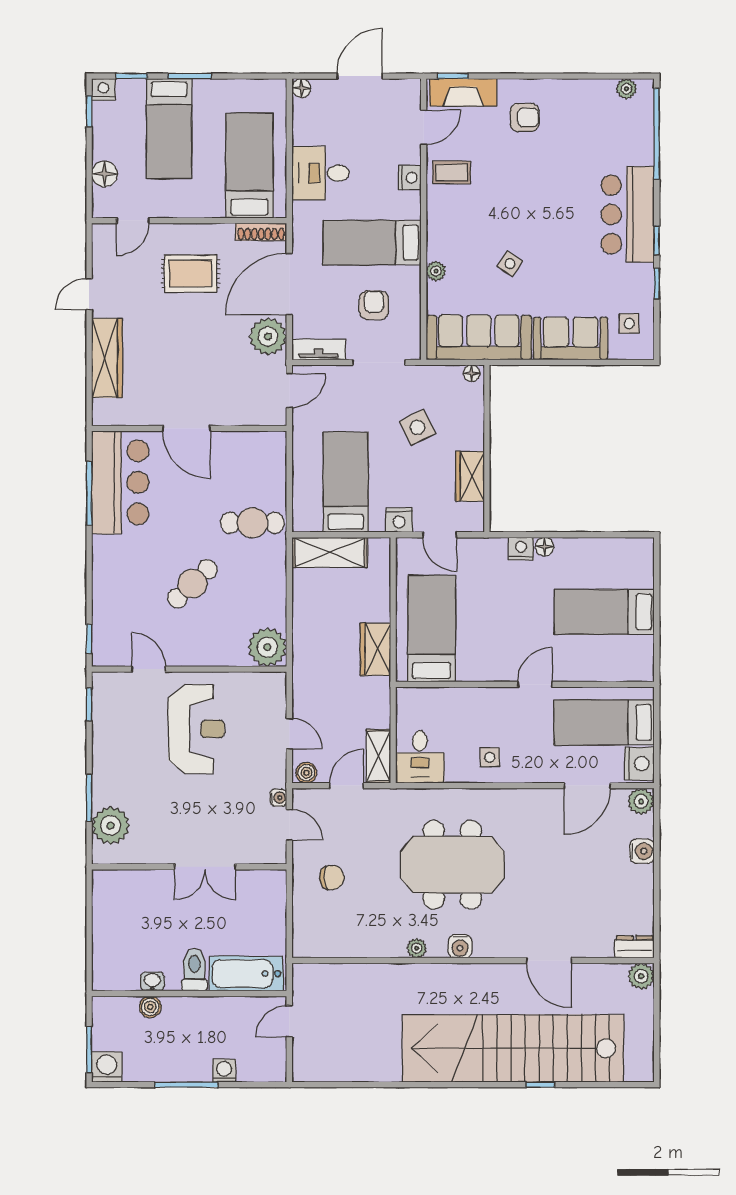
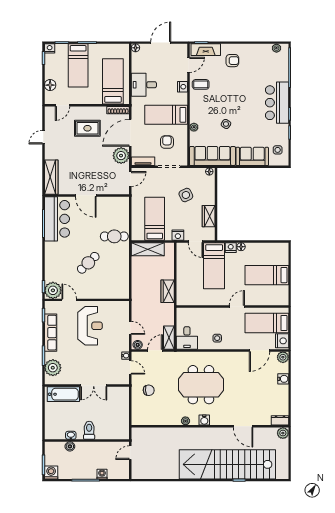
wardrobe: (107, 358) -> (51, 177), moved
bed: (432, 629) -> (214, 266), moved, turned 180
plant: (267, 647) -> (53, 290), moved
row of seats: (106, 745) -> (51, 333), added
bathtub: (246, 974) -> (63, 394), moved, turned 180

